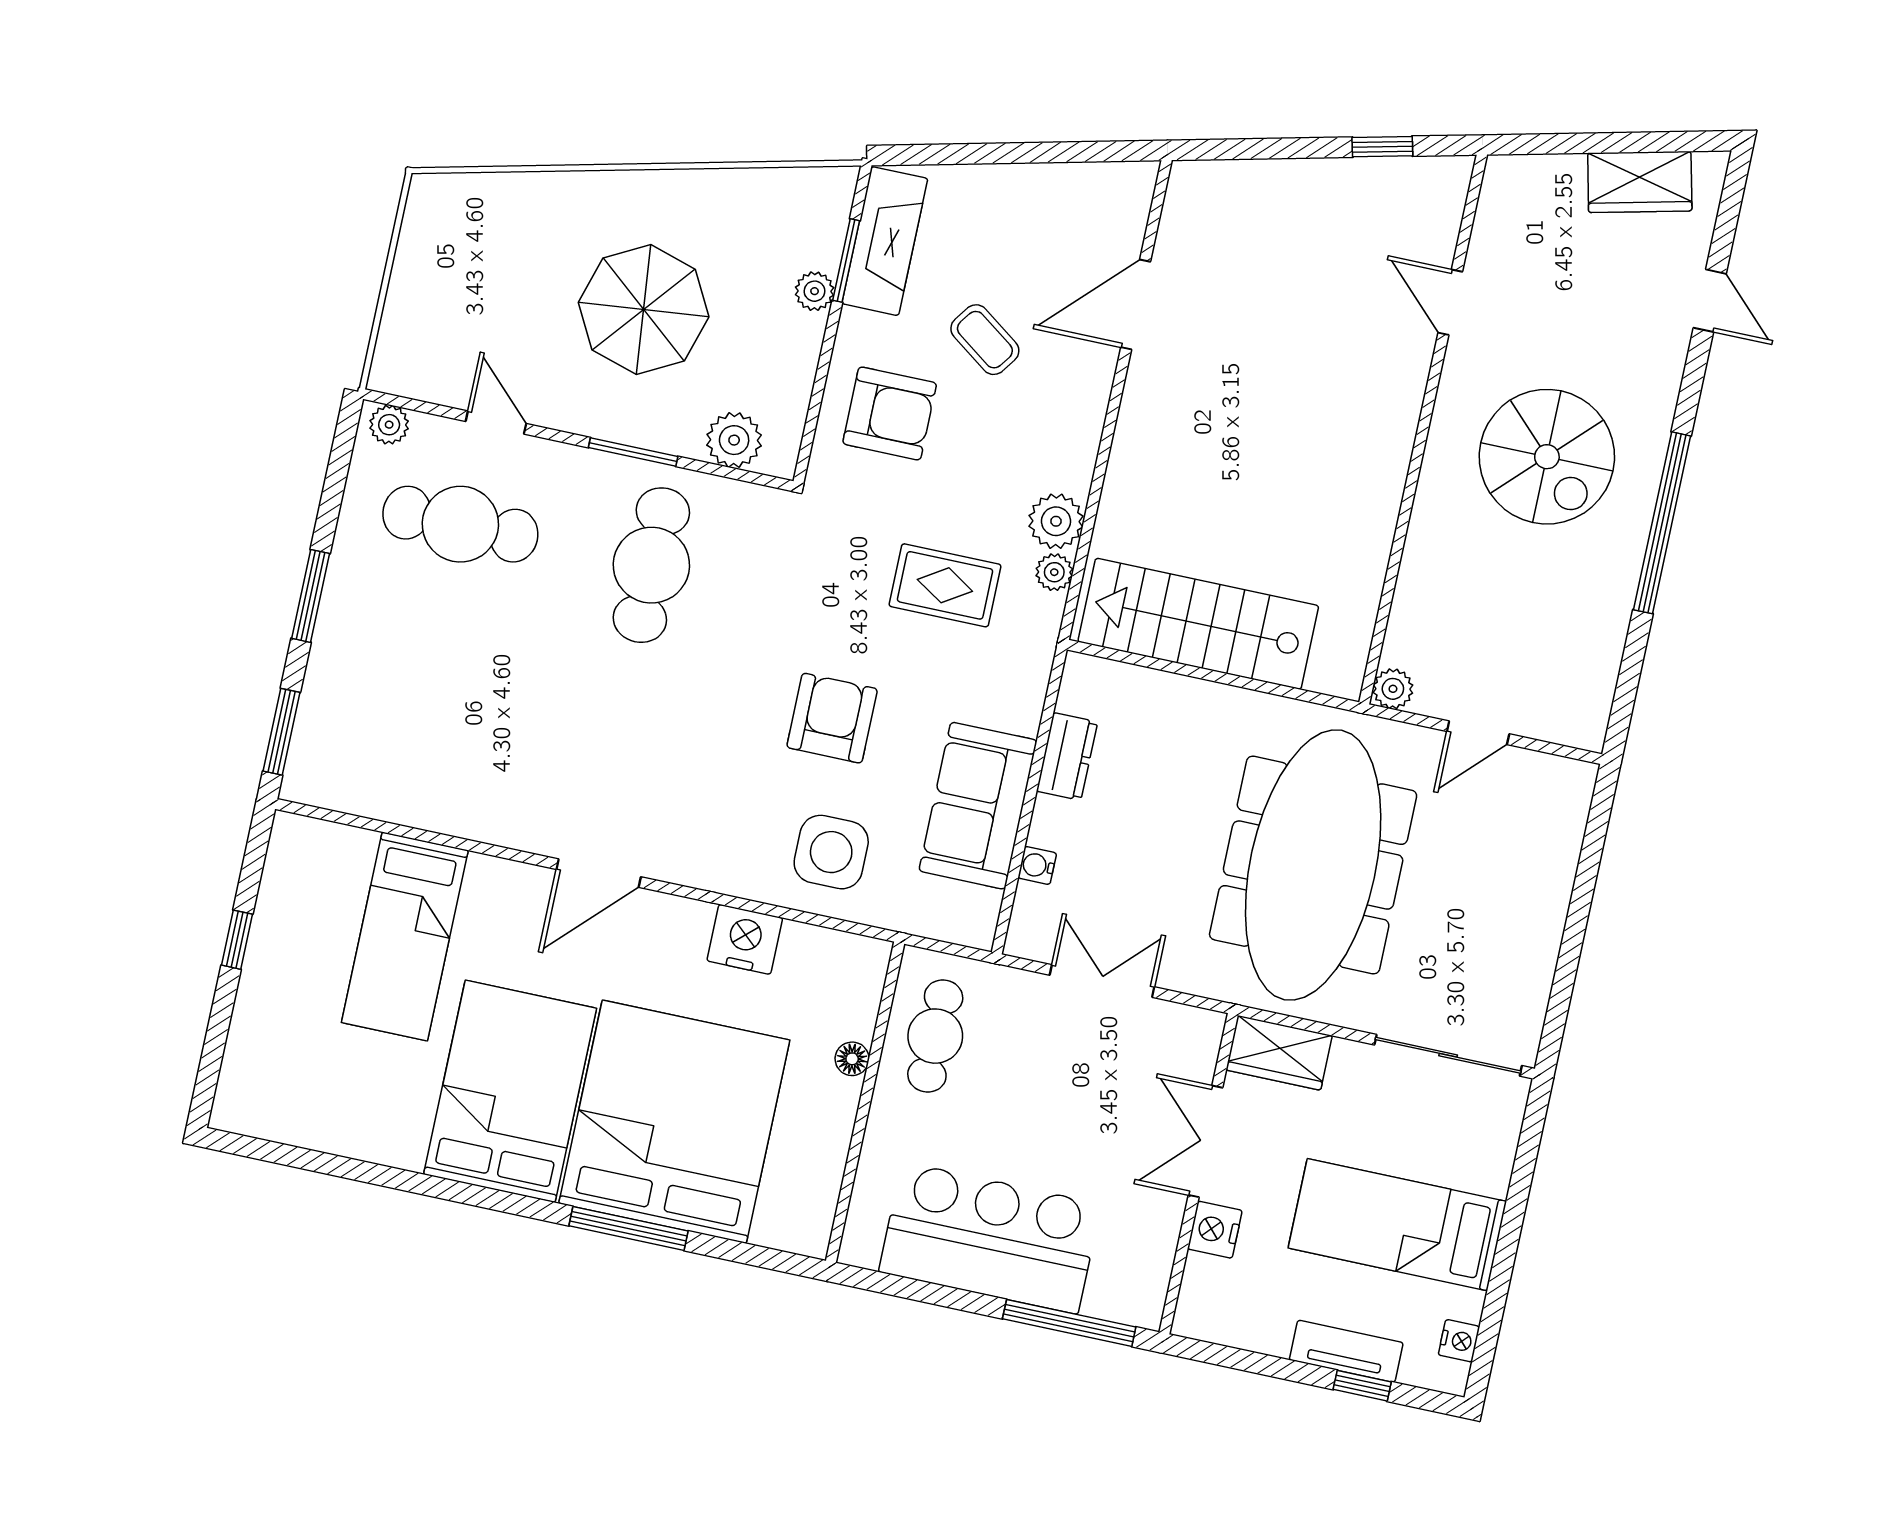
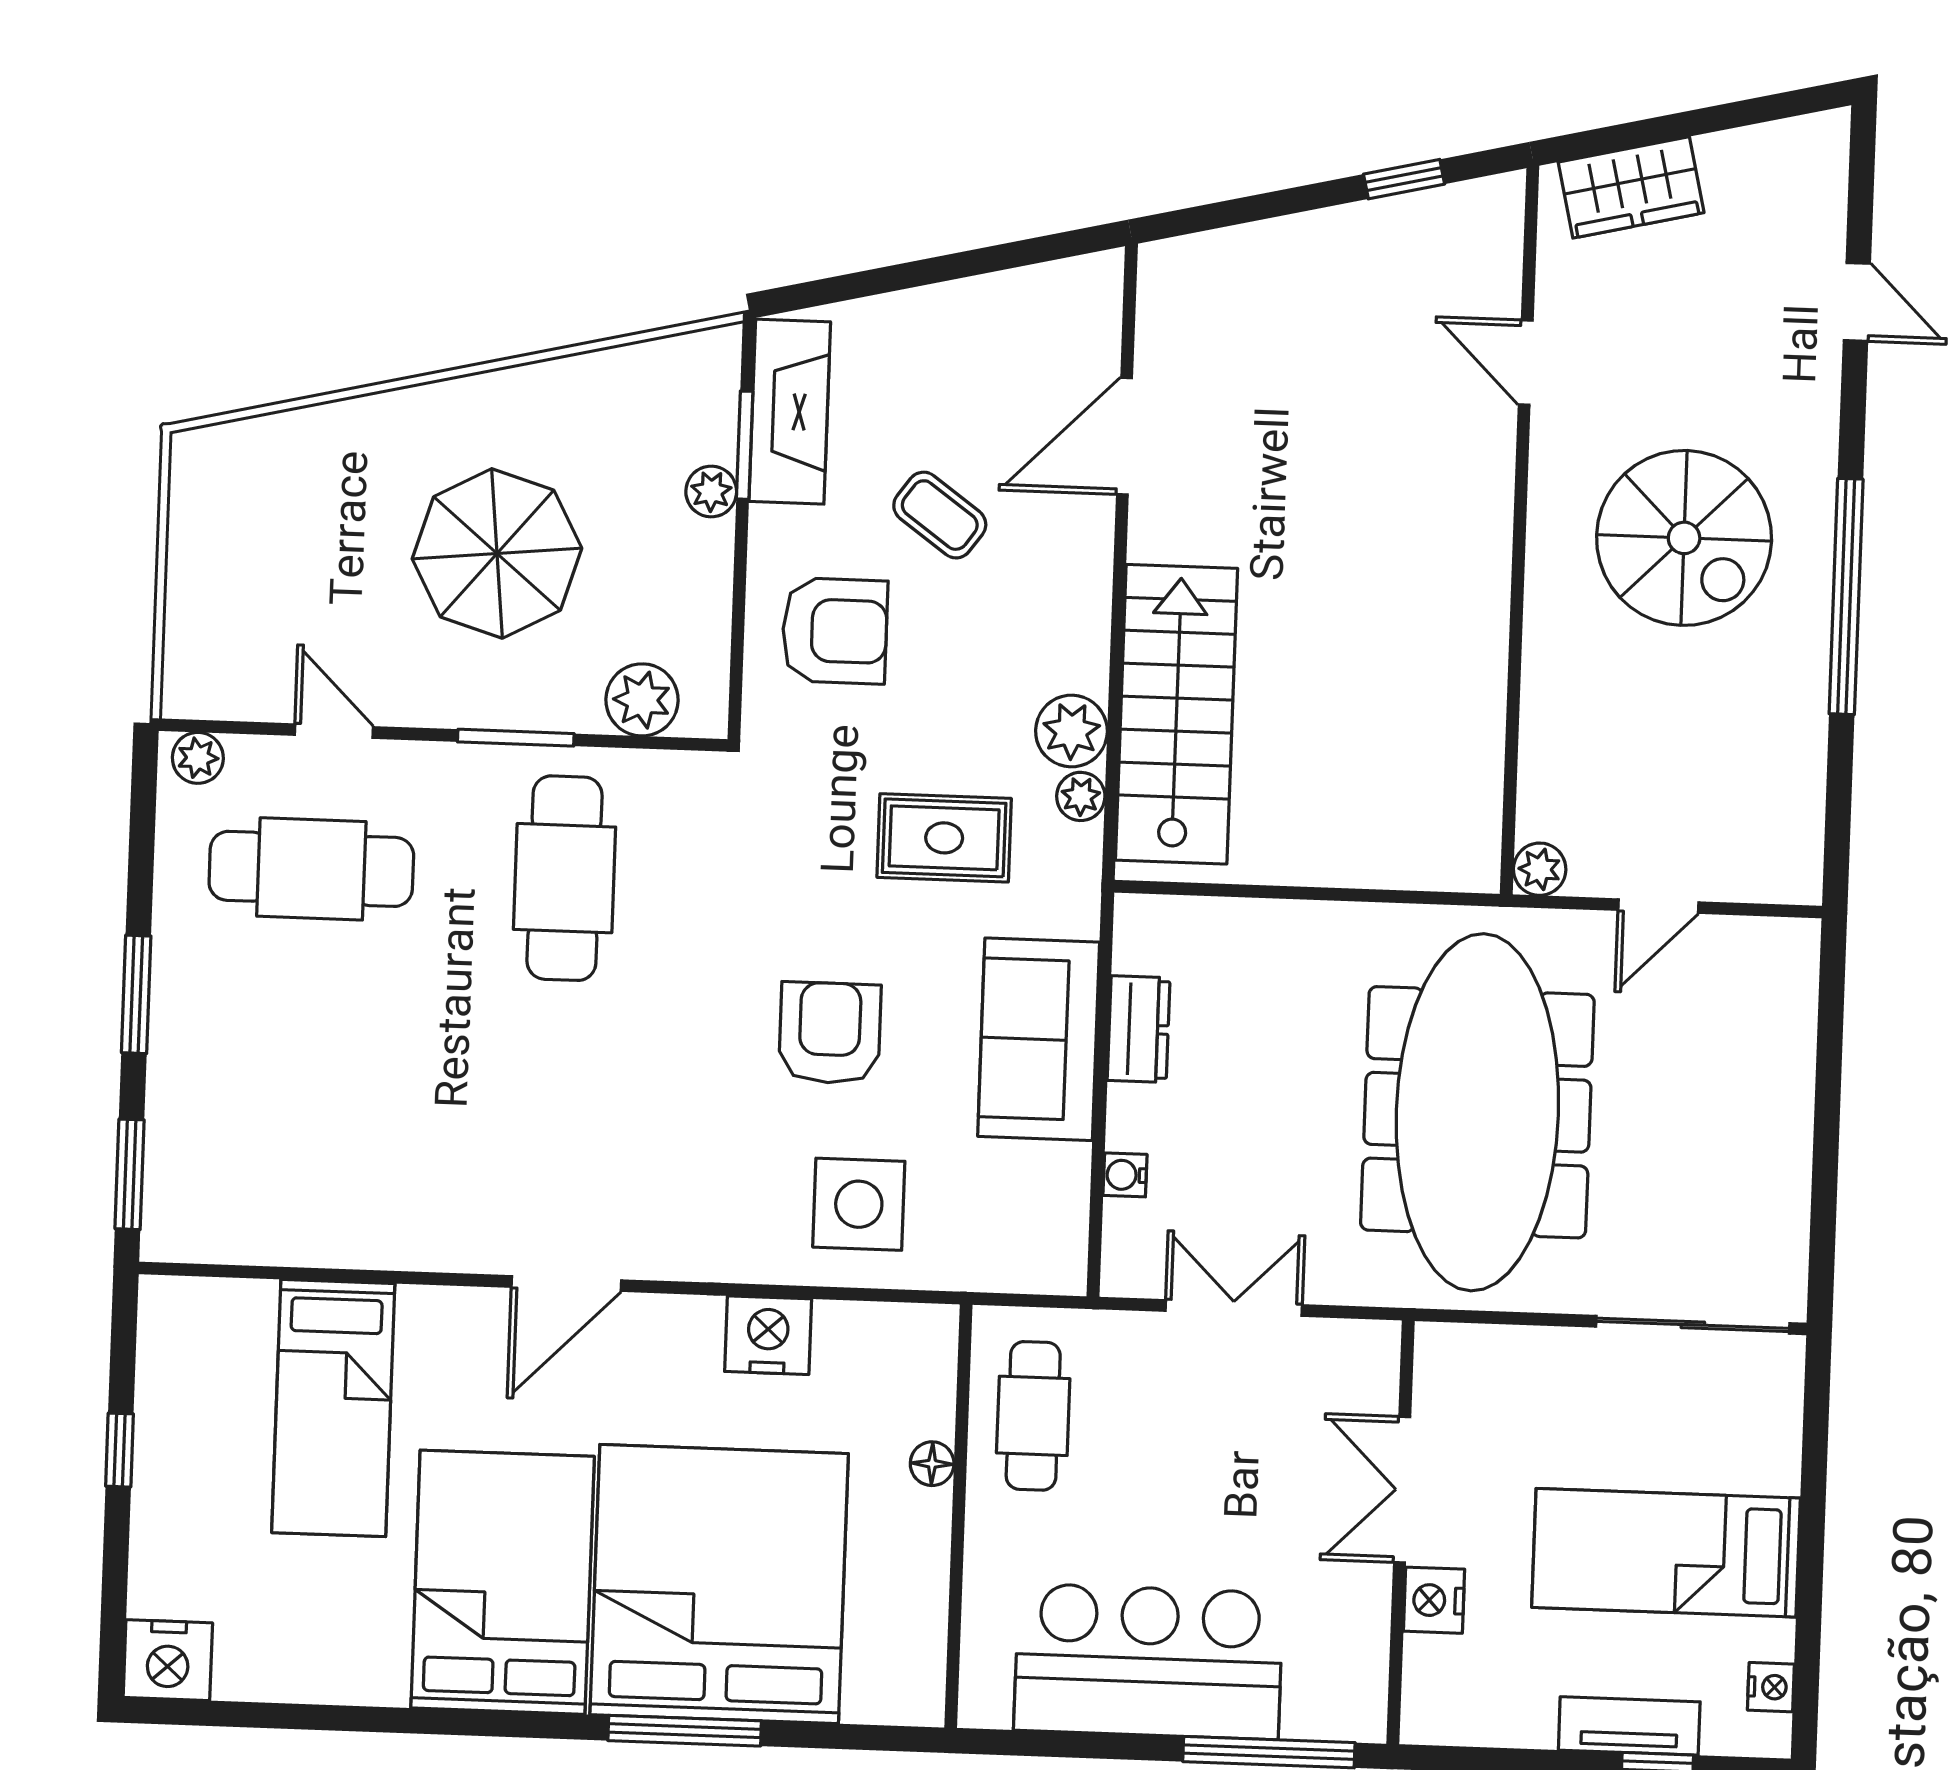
wardrobe: (1640, 182) -> (1631, 187), moved
stairs: (1198, 624) -> (1176, 714), moved, turned 90
sofa: (978, 806) -> (1039, 1039), moved
wardrobe: (1279, 1053) -> (1476, 1360), removed
nightstand: (246, 1106) -> (168, 1660), added

